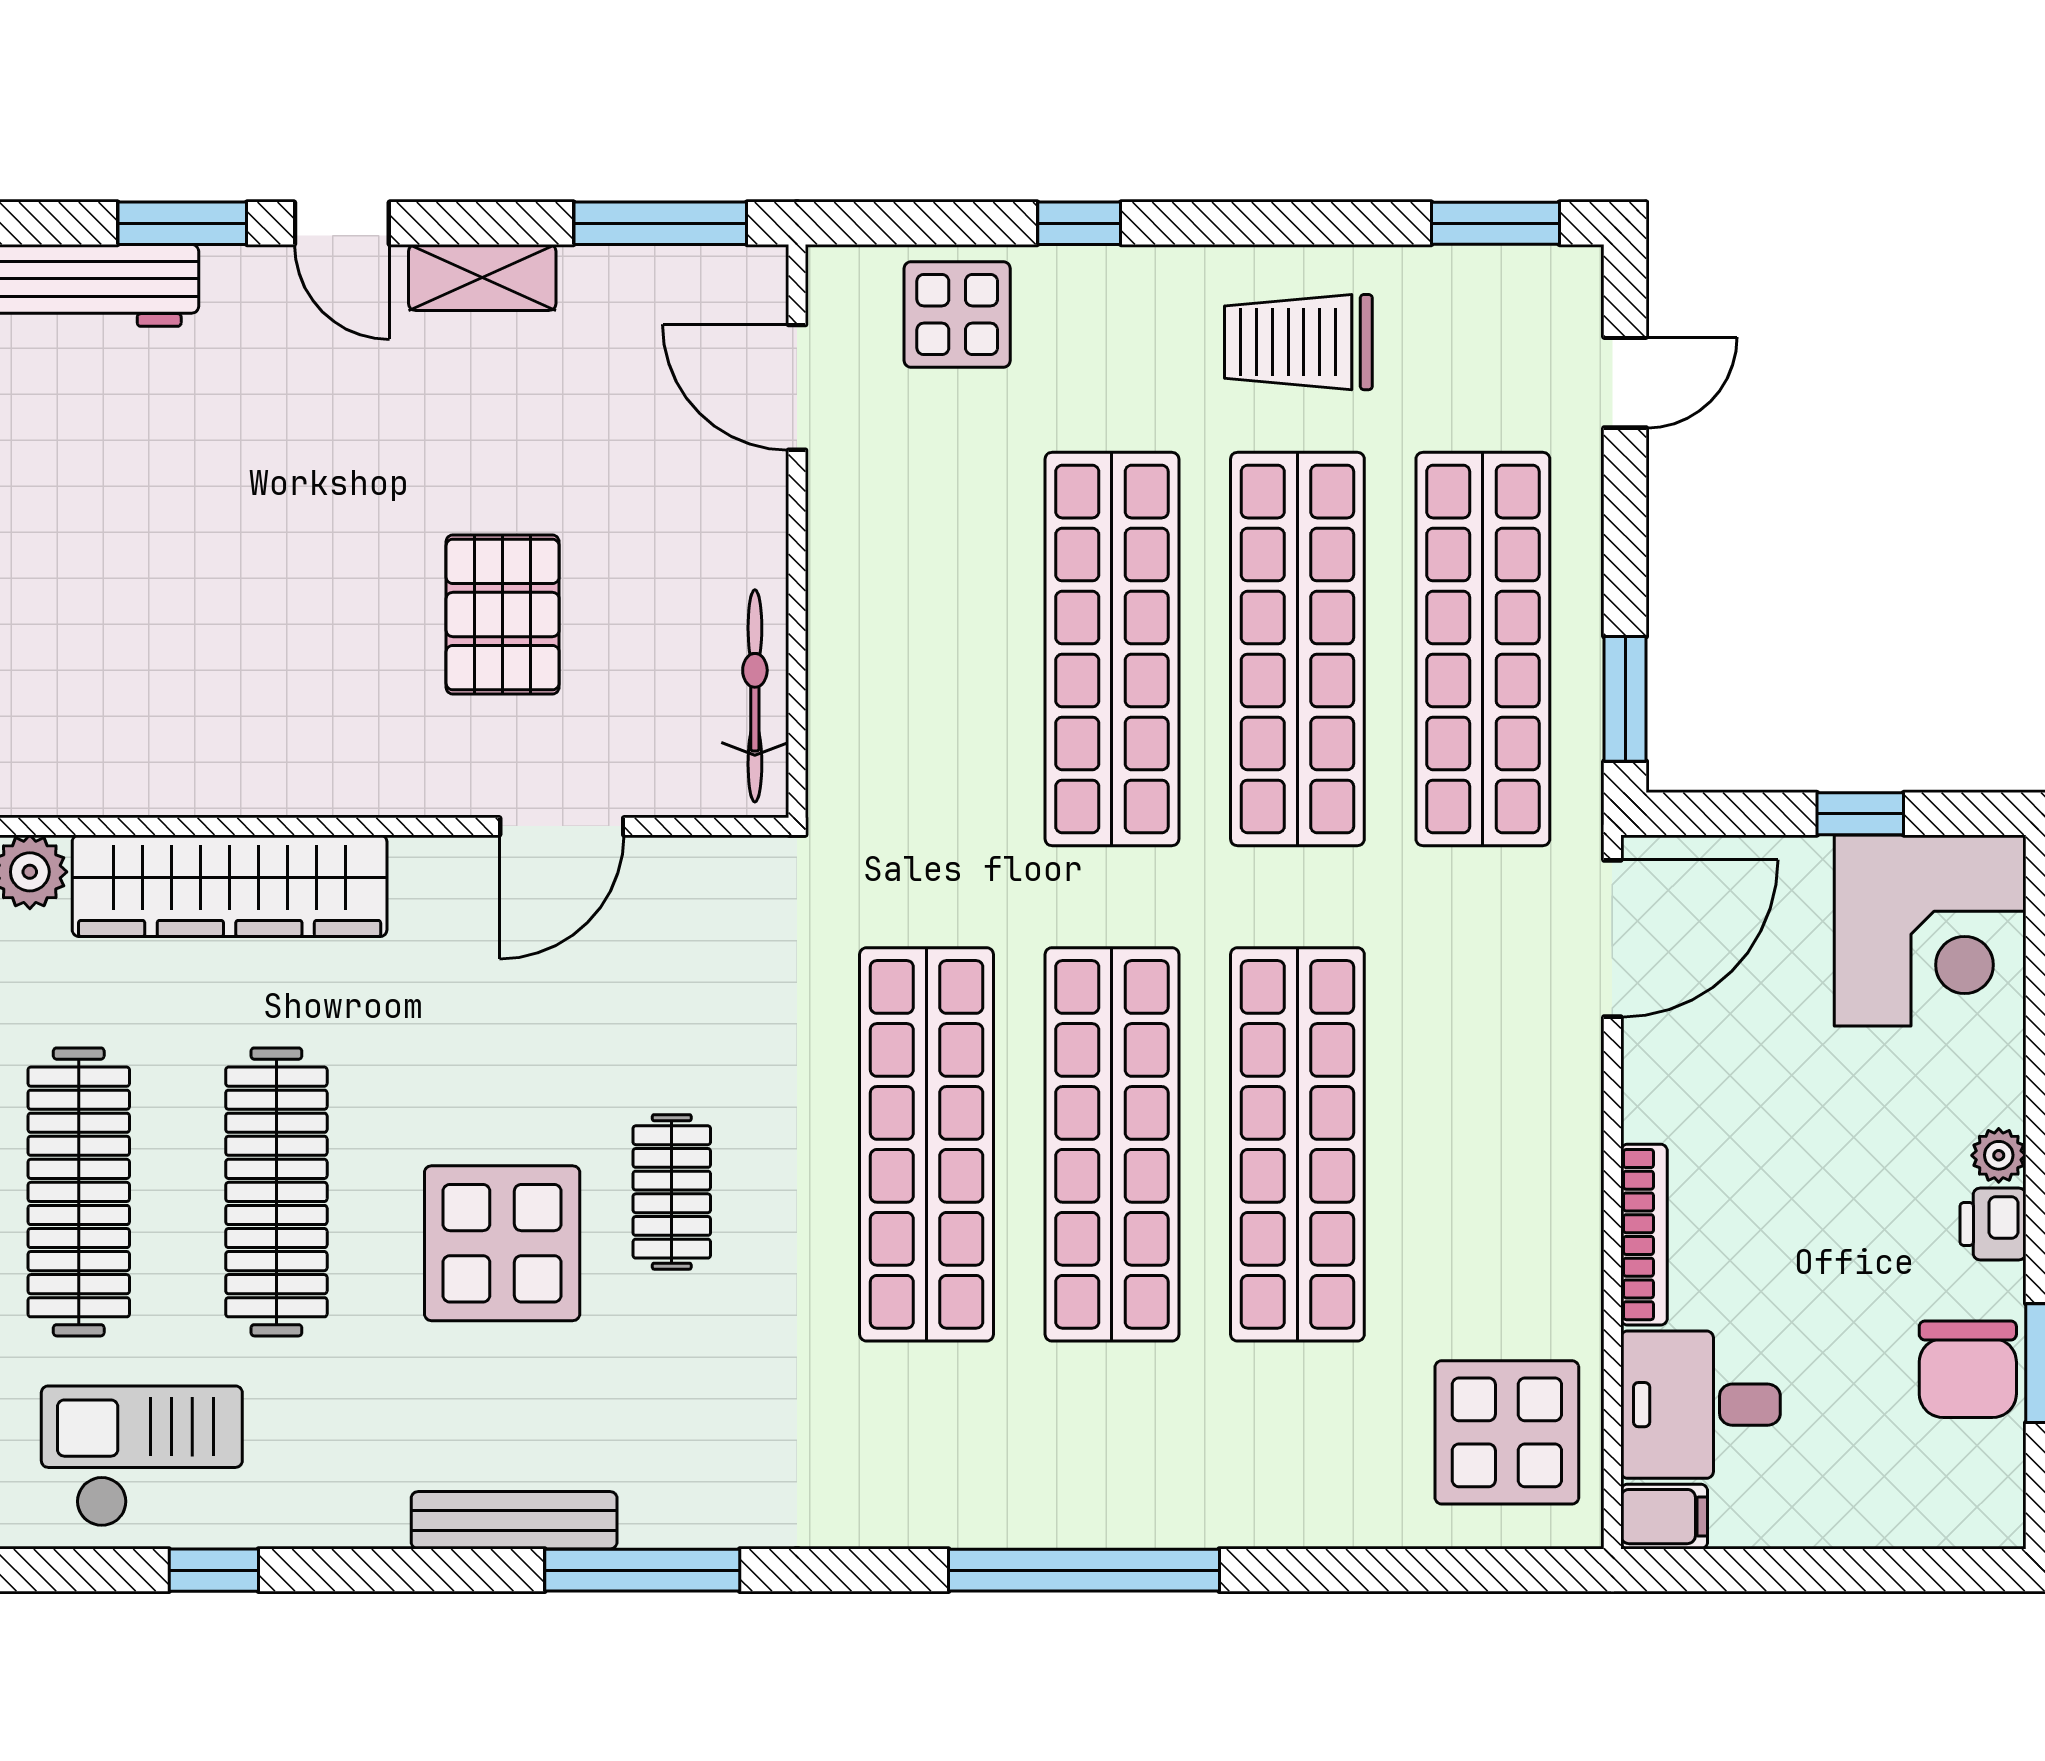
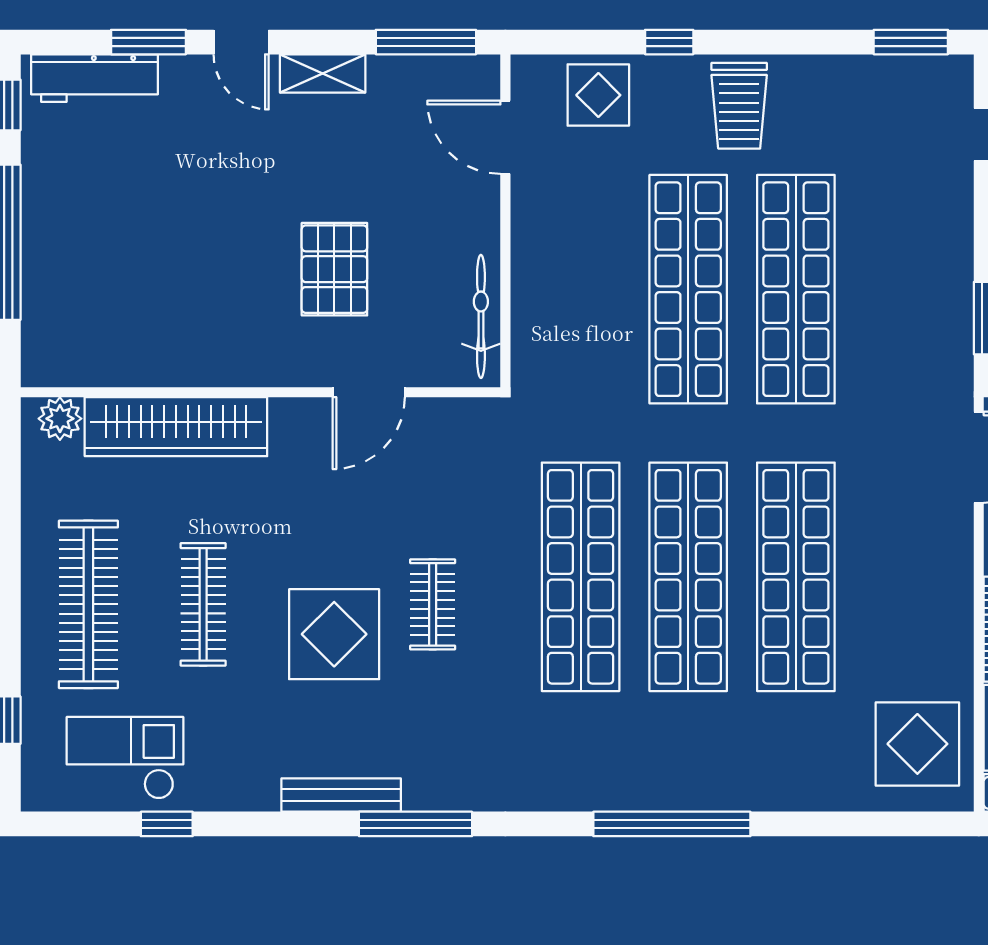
trolley: (1298, 342) -> (739, 106), moved, turned -90
shop shelf: (1483, 649) -> (904, 289), removed
clothes rail: (276, 1192) -> (203, 604), width x0.73, depth x0.76

